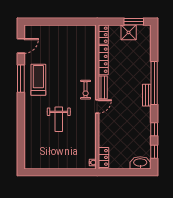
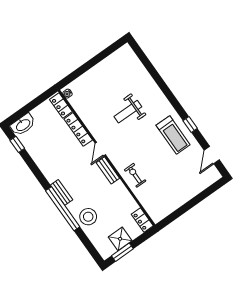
locker: (103, 60) -> (78, 129), moved
stool: (140, 64) -> (88, 217), added
window: (21, 79) -> (190, 124), width x0.46
exercise bike: (86, 90) -> (135, 175), moved
weight bench: (59, 119) -> (128, 112), turned -90
window: (154, 129) -> (32, 165), removed

